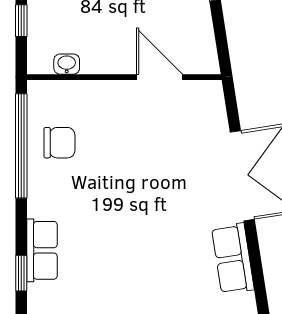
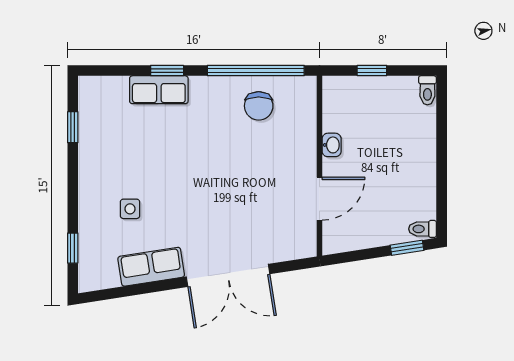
washbasin: (67, 64) -> (332, 145), moved
window: (21, 273) -> (167, 71), moved
side table: (170, 281) -> (130, 209), added

